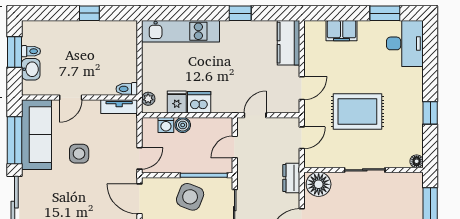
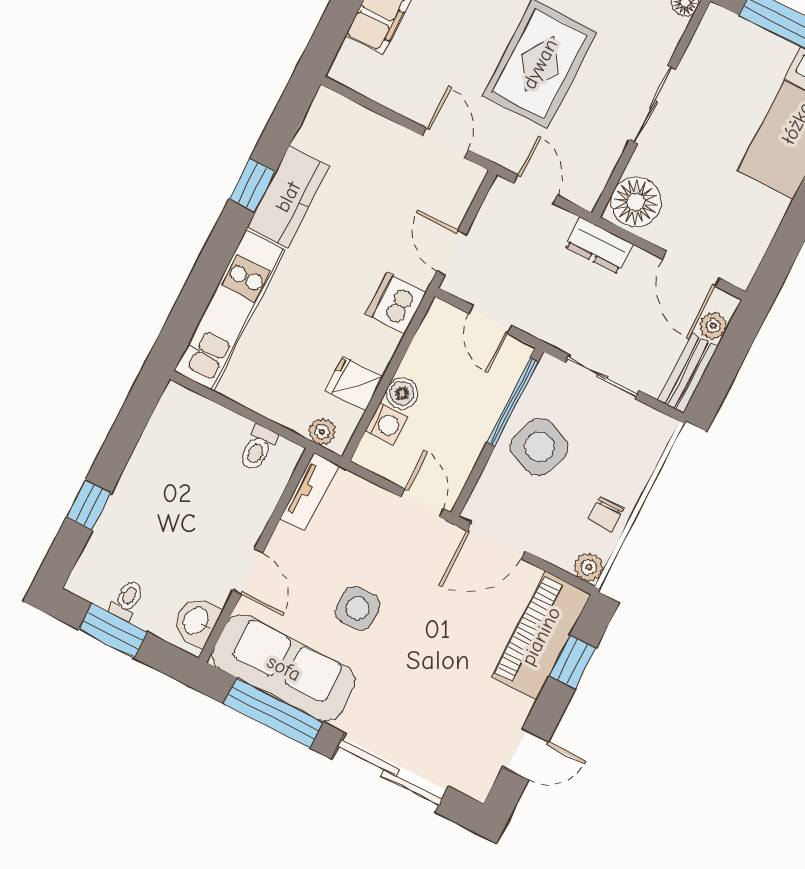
window: (89, 13) -> (89, 505), moved
kitchen counter: (288, 43) -> (288, 197), moved, turned -90
washbasin: (31, 69) -> (197, 621), moved, turned -90
toilet: (127, 89) -> (258, 448), moved
dishwasher: (199, 102) -> (396, 304), moved

